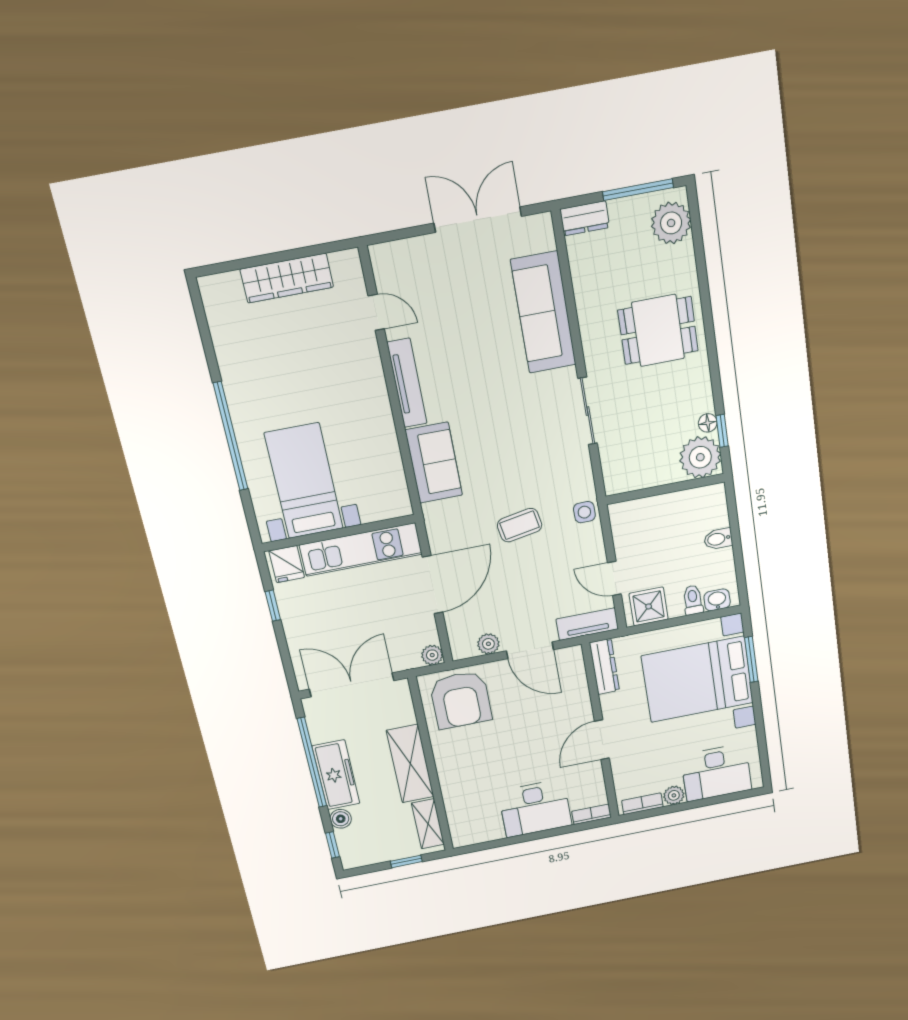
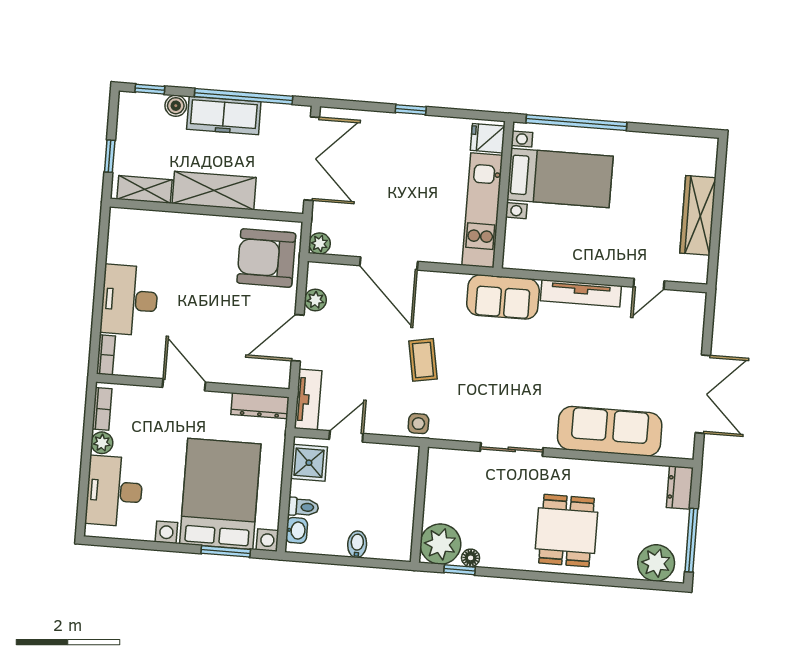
bed with nightstands: (304, 481) -> (560, 178), moved
wall: (339, 533) -> (503, 195), moved
kitchen unit: (361, 550) -> (482, 210), moved
fridge: (287, 564) -> (488, 138), moved

